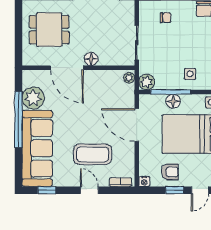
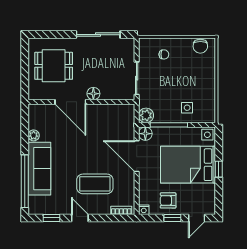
plant: (129, 78) -> (129, 111), removed
plant: (33, 98) -> (34, 135), width x0.53, depth x0.53
floor lamp: (173, 101) -> (145, 134), moved
window: (18, 120) -> (25, 181), moved
sofa: (37, 148) -> (39, 169), width x0.74, depth x0.79
armchair: (170, 172) -> (168, 200), turned 180
door: (89, 190) -> (80, 218), moved

